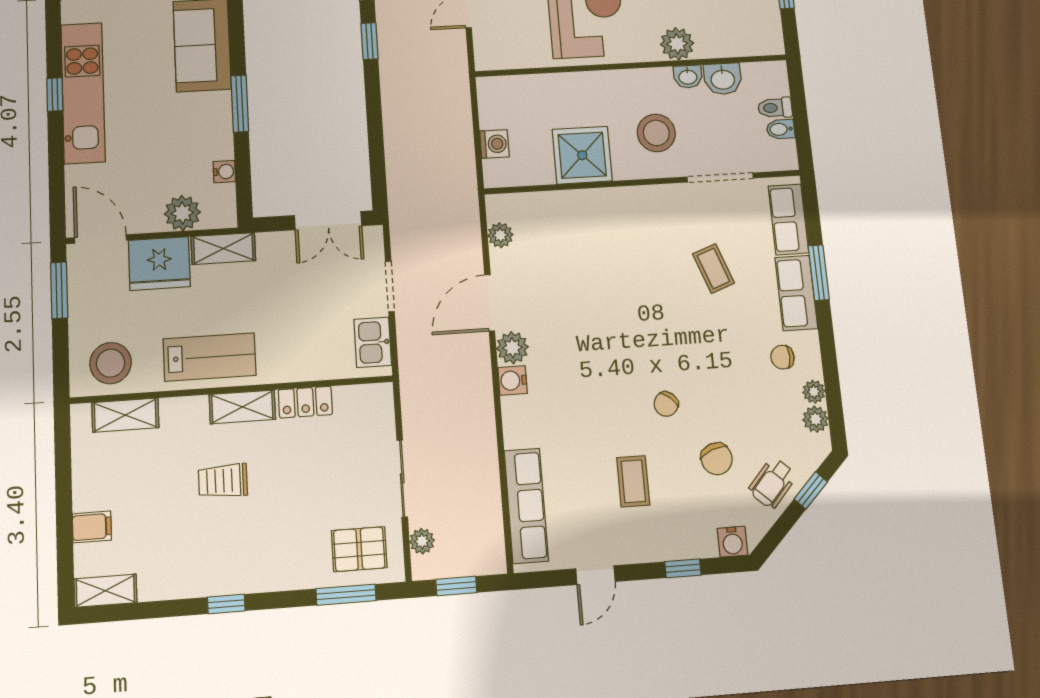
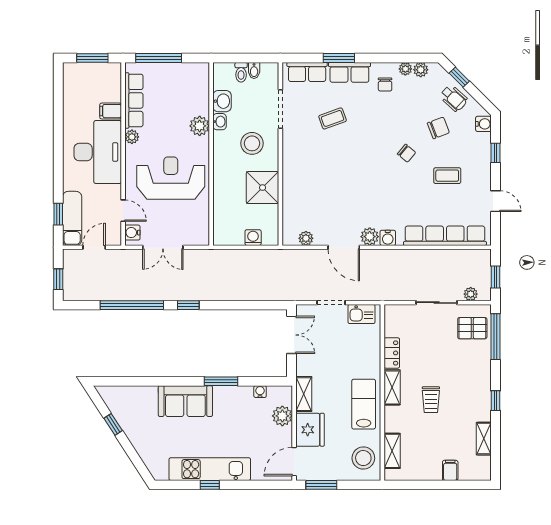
row of seats: (526, 506) -> (445, 236), width x1.36
pallet: (359, 549) -> (472, 328), turned 90
shelving: (105, 591) -> (484, 439), moved
window: (346, 595) -> (495, 337), width x1.44

